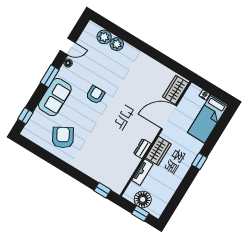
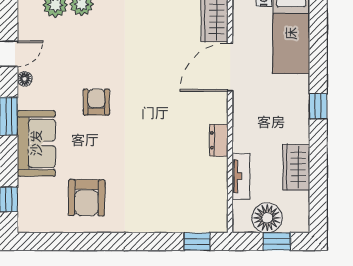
armchair: (63, 137) -> (87, 198), turned -150
wardrobe: (158, 151) -> (296, 167), moved, turned 180

